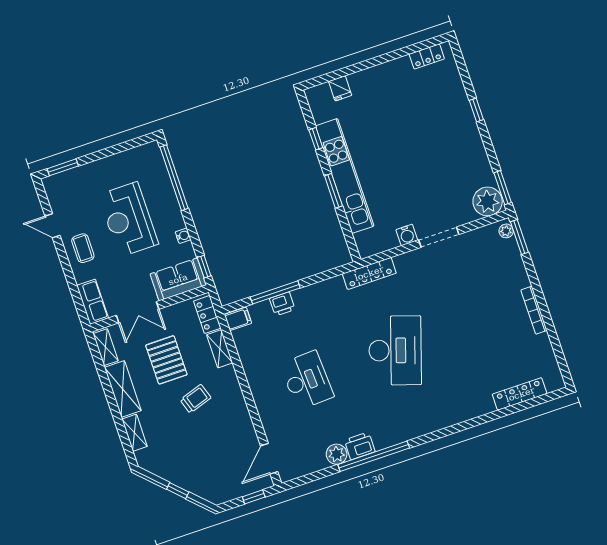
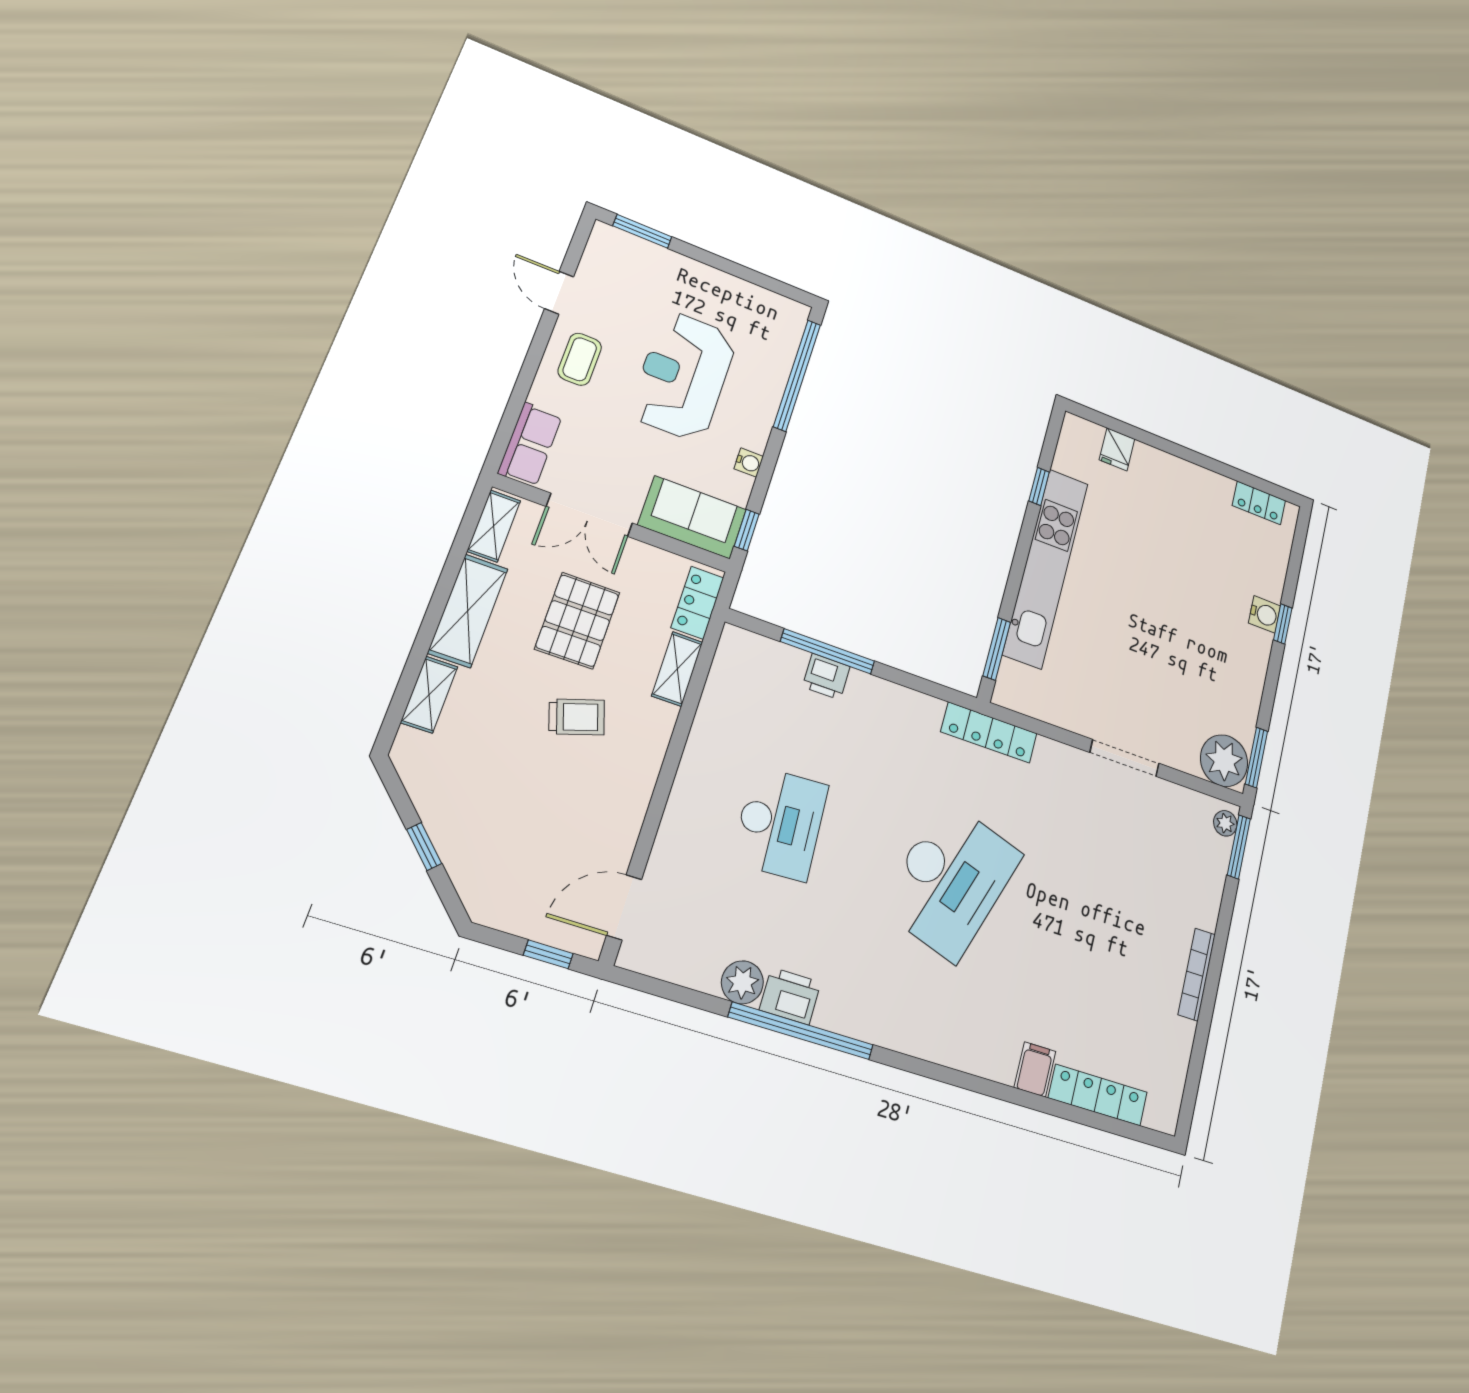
window: (333, 191) -> (997, 649), moved
water cooler: (407, 235) -> (1265, 614), moved, turned -90
filing cabinet: (238, 319) -> (1035, 1069), moved, turned -90

